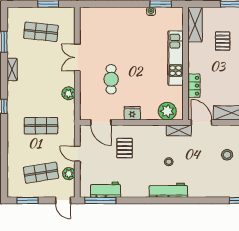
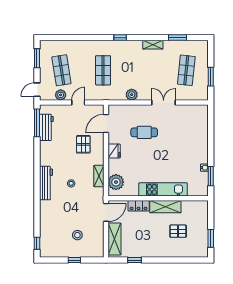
shelving: (195, 25) -> (165, 207), moved
shelving: (179, 130) -> (99, 176), moved
pallet: (125, 148) -> (83, 144), turned 90

